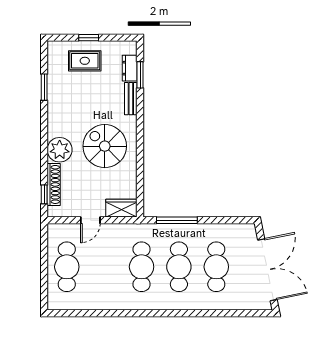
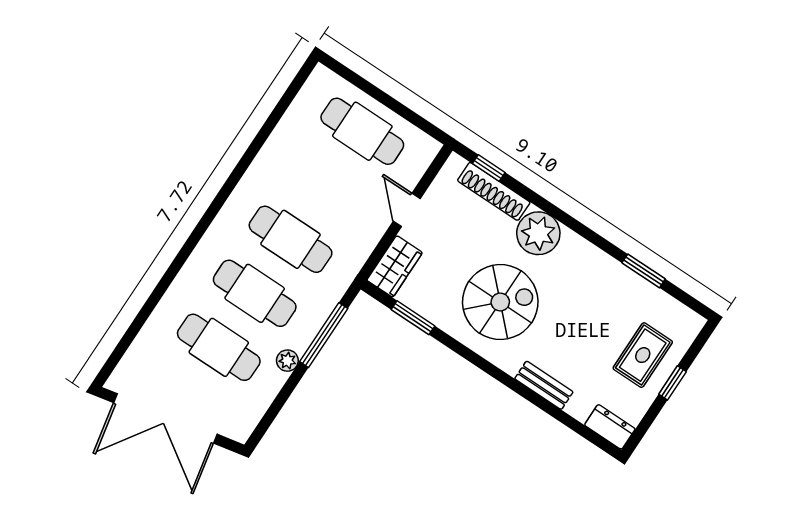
dresser: (130, 68) -> (610, 427), moved
window: (140, 75) -> (413, 318), moved
plant: (201, 230) -> (287, 361), added

